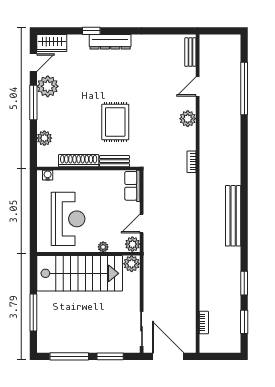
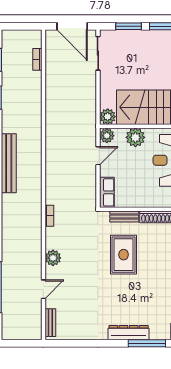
window: (91, 31) -> (147, 343), width x2.17
plant: (103, 247) -> (135, 137), width x1.88, depth x1.88

